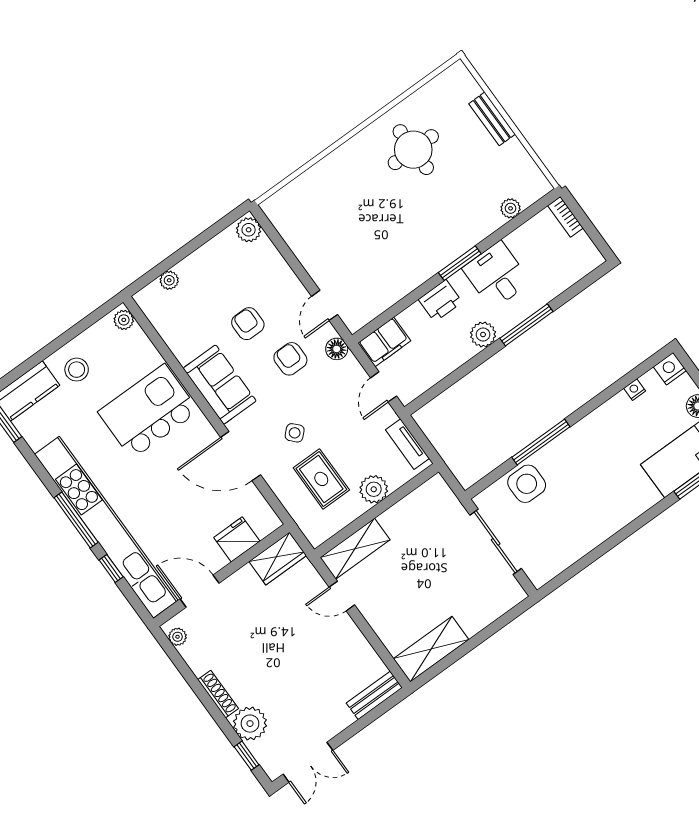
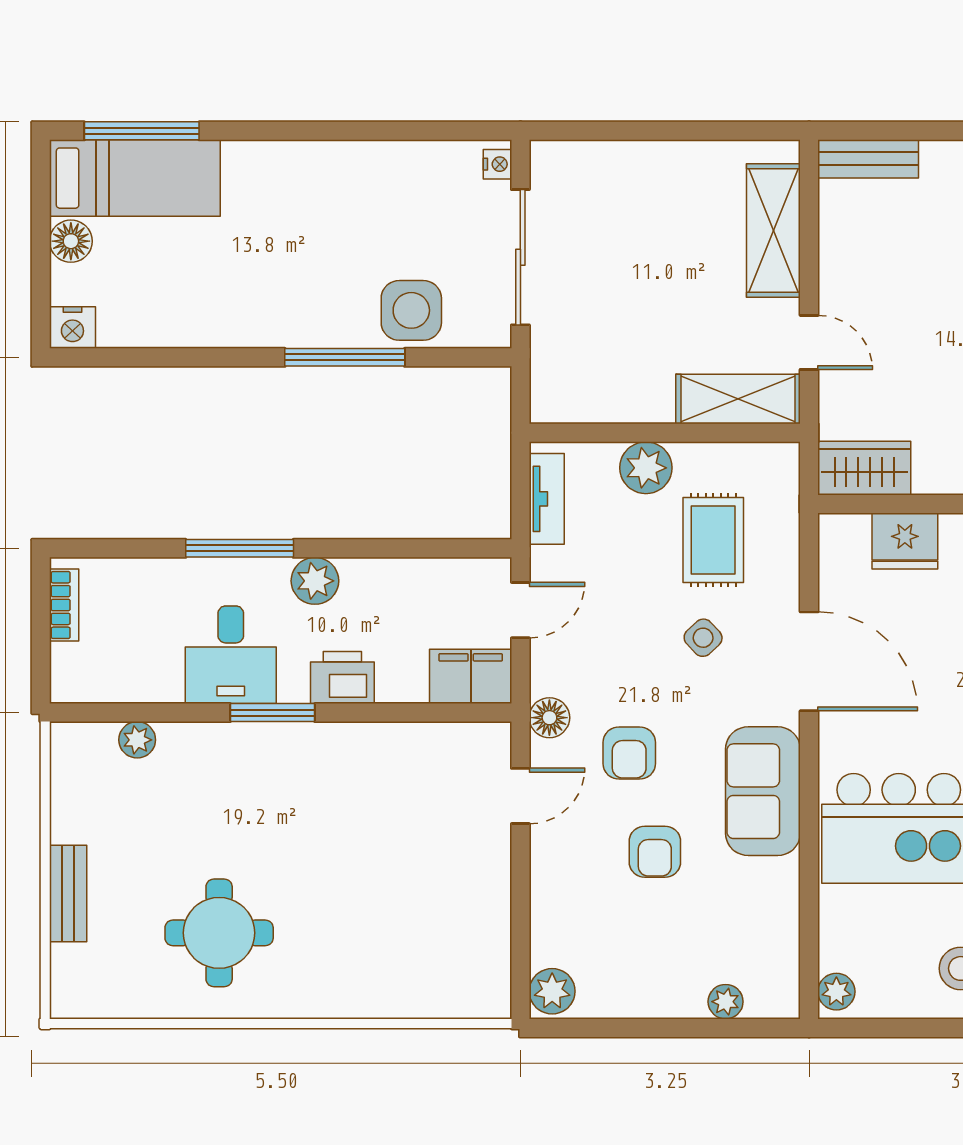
bookcase: (566, 217) -> (64, 605), moved
nightstand: (635, 390) -> (497, 164), moved, turned -90
shelving: (431, 649) -> (773, 230), moved, turned 90

